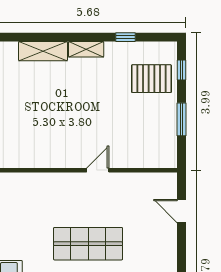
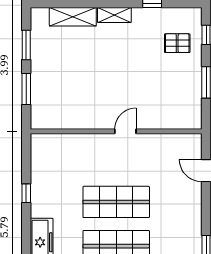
pallet: (151, 79) -> (177, 43), width x0.67, depth x0.71

